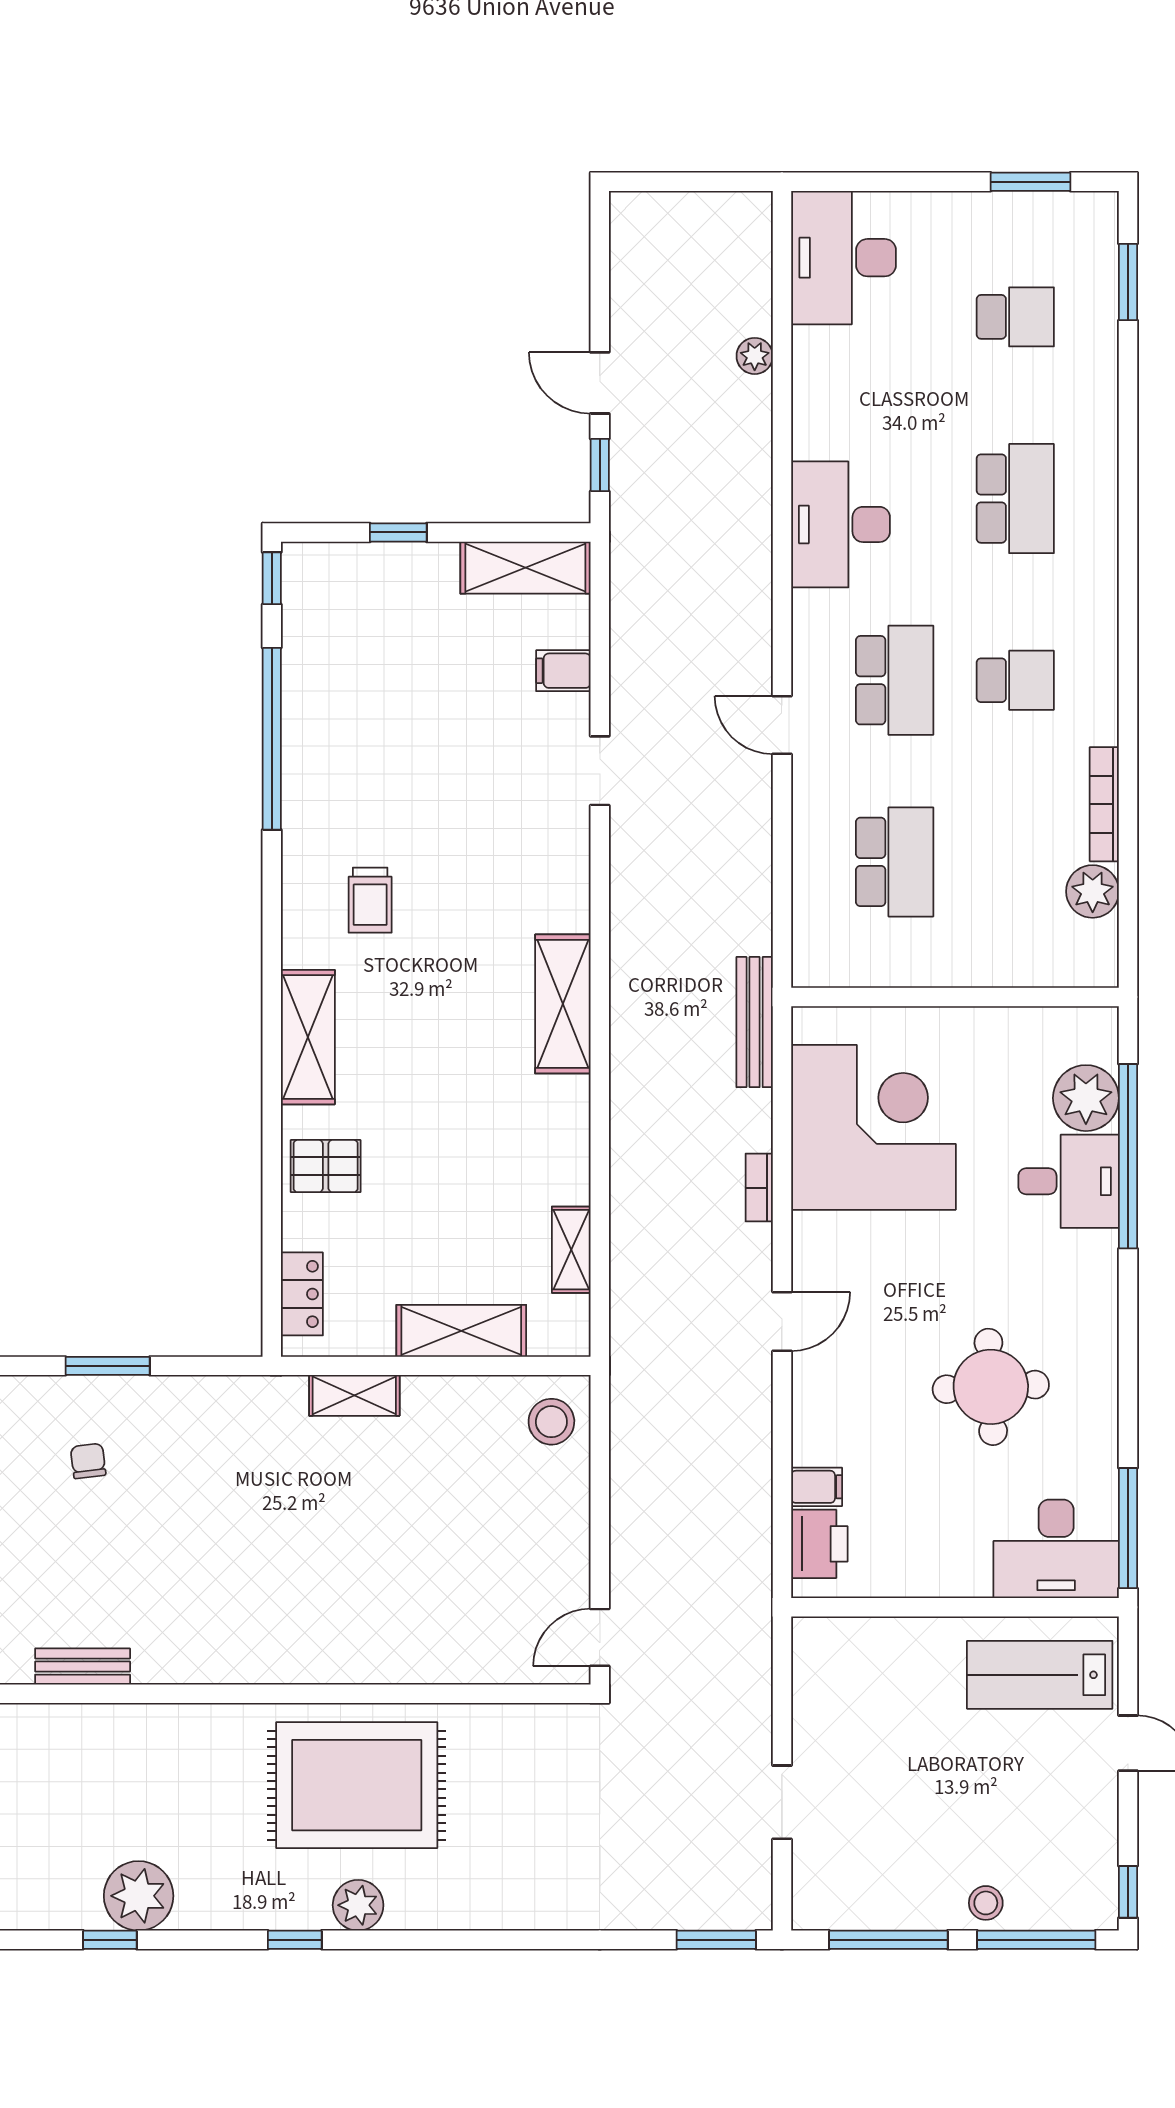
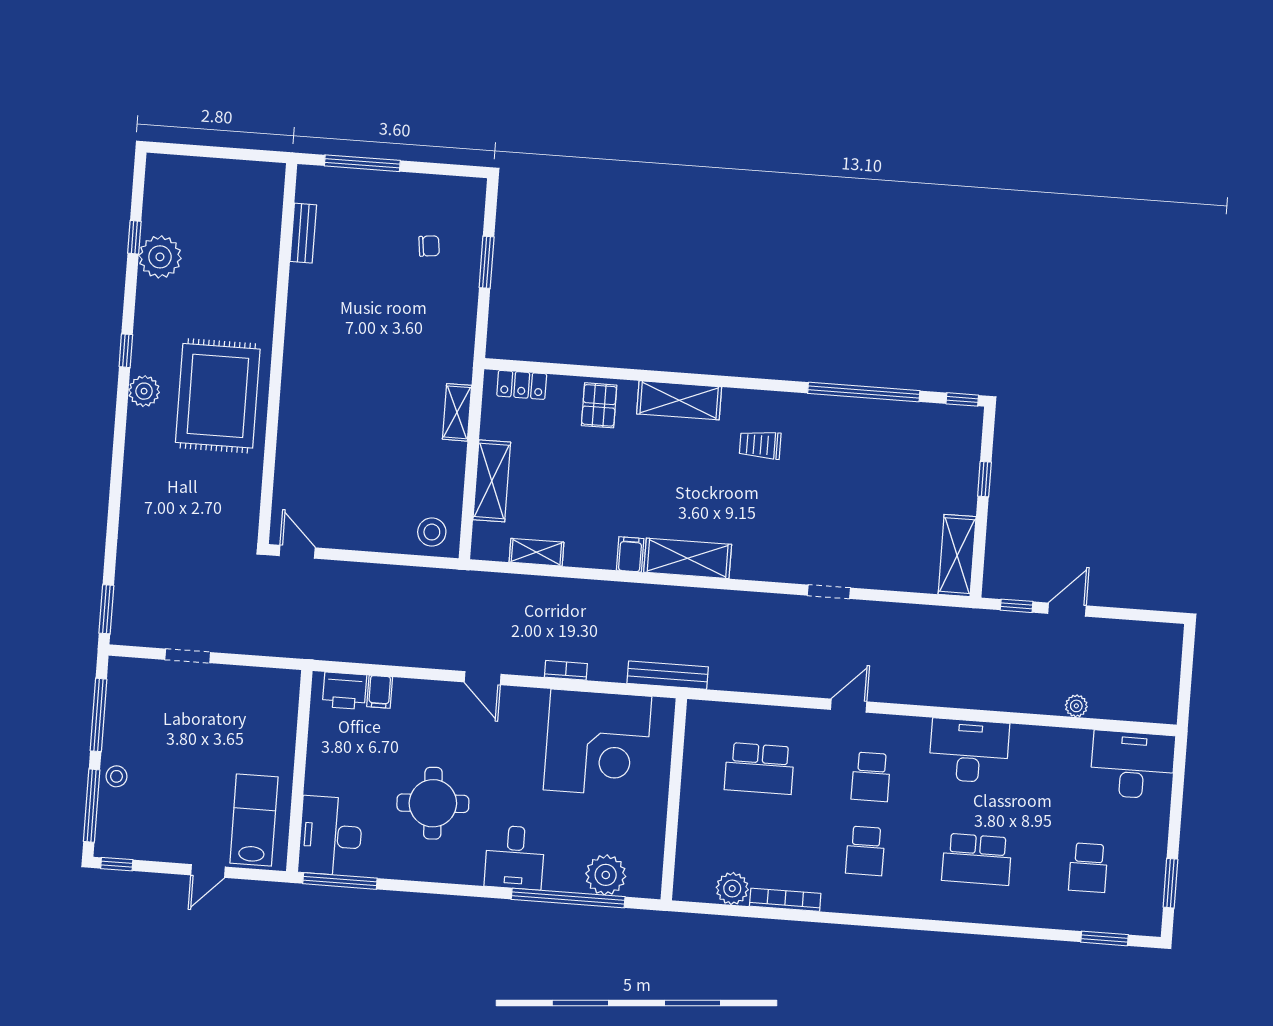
filing cabinet: (563, 671) -> (630, 554), moved
school desk: (895, 680) -> (871, 777), width x0.54
desk: (1069, 1181) -> (515, 857), moved

